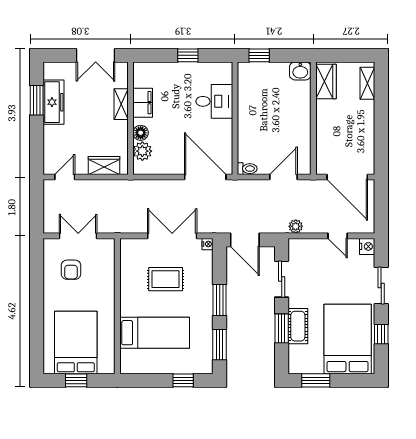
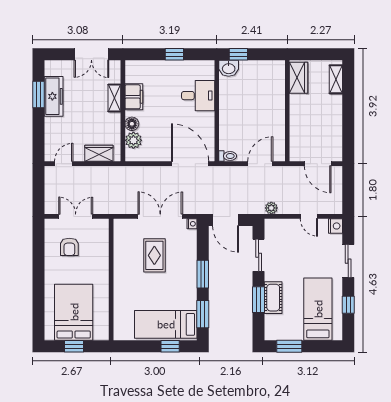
washbasin: (300, 71) -> (229, 68), moved
door: (347, 177) -> (318, 164), width x0.73
rug: (166, 279) -> (154, 255), turned 90
bed: (155, 333) -> (166, 324), moved, turned 180
bed: (348, 339) -> (318, 309), width x0.67

